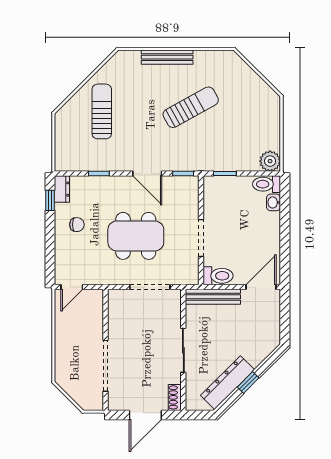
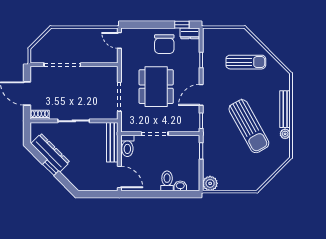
plant: (201, 57) -> (285, 134), added
sun lounger: (191, 107) -> (249, 126), width x1.36, depth x1.34
toilet: (267, 184) -> (167, 181), moved
chair: (77, 225) -> (164, 44), width x1.87, depth x1.87

